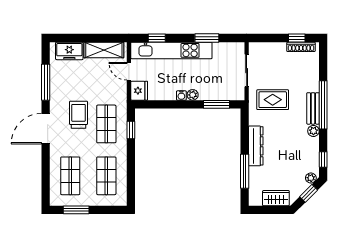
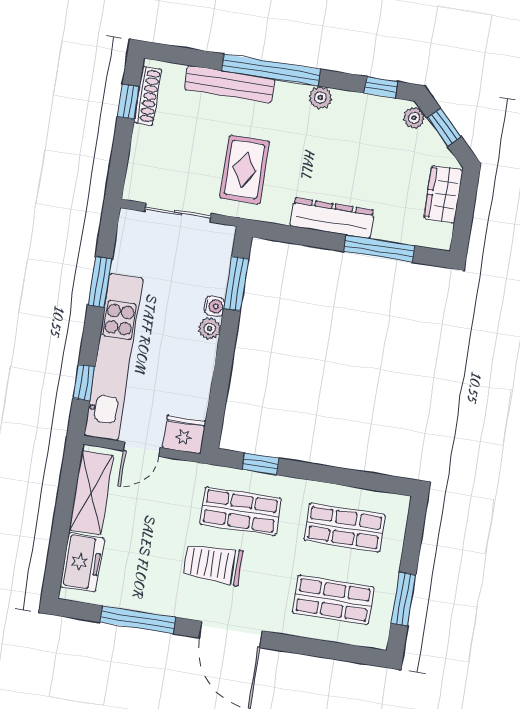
water cooler: (181, 95) -> (214, 306), moved
bench: (313, 108) -> (230, 84), moved, width x1.36

